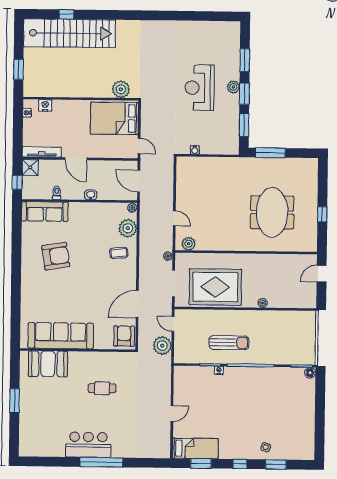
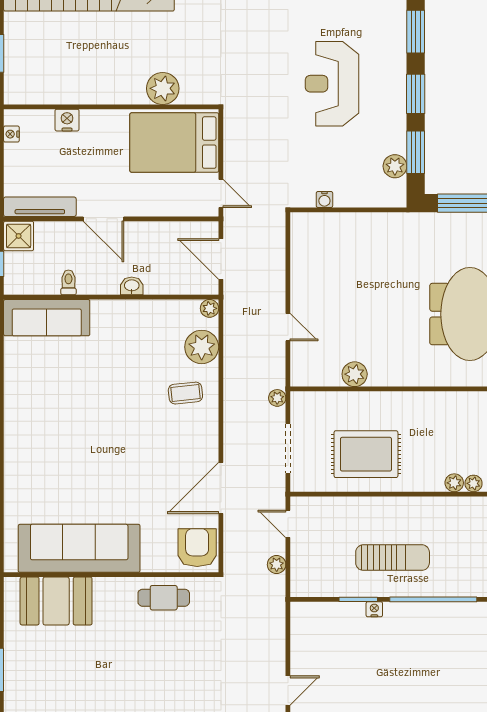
plant: (233, 87) -> (395, 166), moved
plant: (121, 89) -> (163, 88), moved
nightstand: (45, 105) -> (67, 120), moved
plant: (189, 244) -> (355, 374), moved
armchair: (56, 256) -> (68, 400), removed
rug: (215, 287) -> (366, 454), width x0.73, depth x0.69
plant: (273, 303) -> (474, 483), added
plant: (162, 346) -> (277, 565), width x0.53, depth x0.53
cafe table: (102, 388) -> (164, 598), moved

